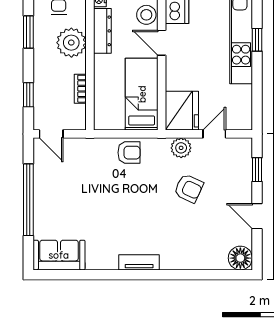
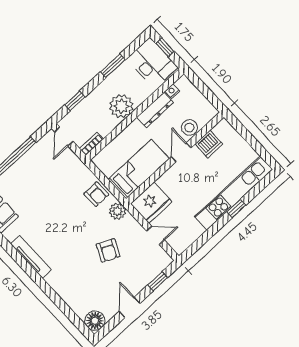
plant: (71, 43) -> (121, 106), moved
bookcase: (80, 89) -> (91, 144), moved
plant: (181, 148) -> (117, 211), moved
tv unit: (139, 262) -> (31, 257), width x1.41

